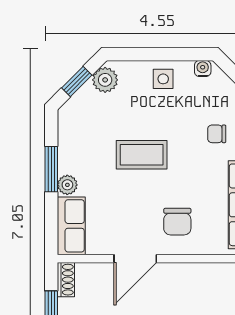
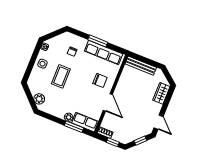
plant: (105, 80) -> (39, 99), moved
window: (77, 82) -> (30, 98), removed
coffee table: (142, 155) -> (61, 76), moved
window: (51, 169) -> (74, 127), moved

